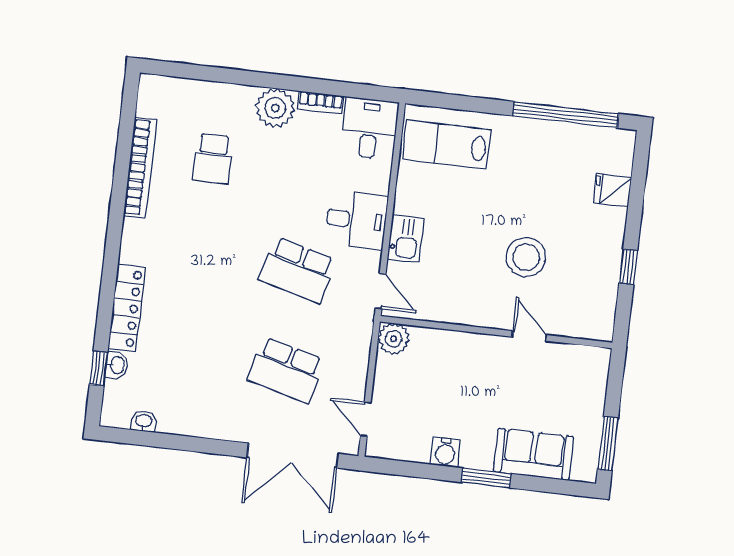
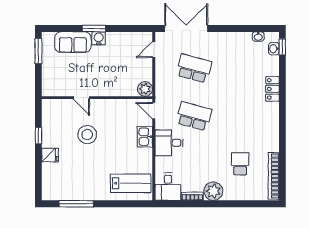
window: (566, 115) -> (76, 204), width x0.68
bookcase: (140, 168) -> (274, 176), moved
fridge: (613, 190) -> (50, 155), moved
locker: (127, 308) -> (272, 89), width x0.66
washbasin: (117, 365) -> (274, 49), moved
window: (99, 368) -> (282, 47), moved
door: (366, 419) -> (154, 50), swing flipped
water cooler: (445, 452) -> (99, 38), moved

